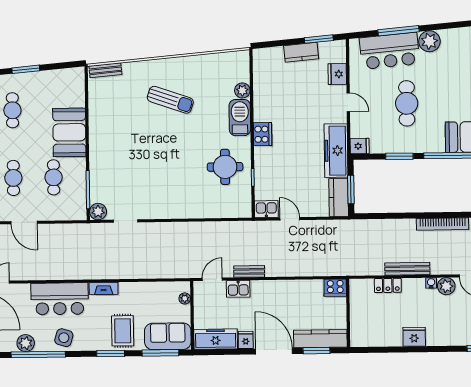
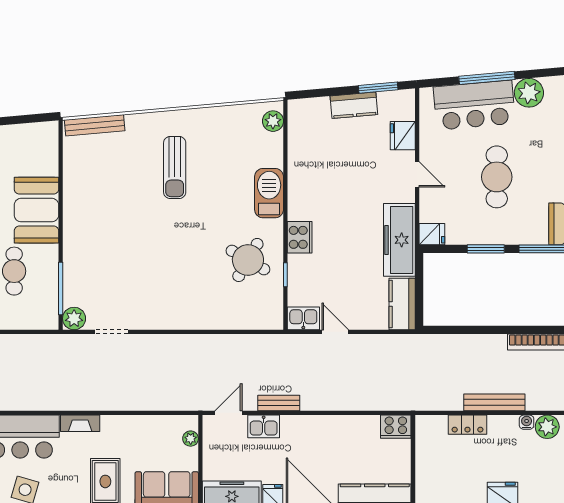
bench: (105, 70) -> (95, 125), width x1.36
plant: (242, 90) -> (273, 121), moved
sun lounger: (170, 100) -> (175, 168), turned 71
cooker: (263, 134) -> (300, 237), moved
round table: (225, 167) -> (248, 260), turned 30
window: (351, 189) -> (419, 293), removed

